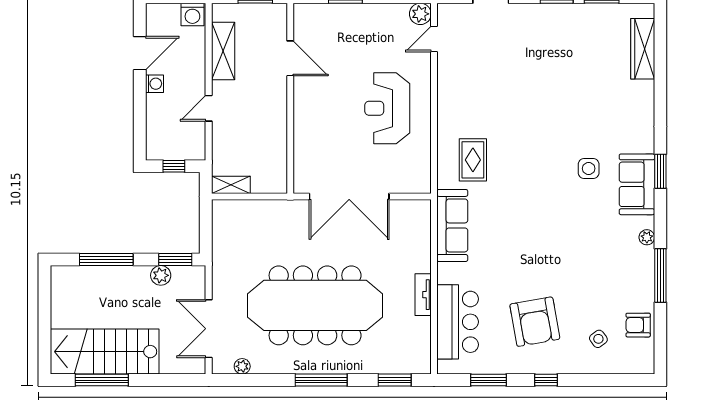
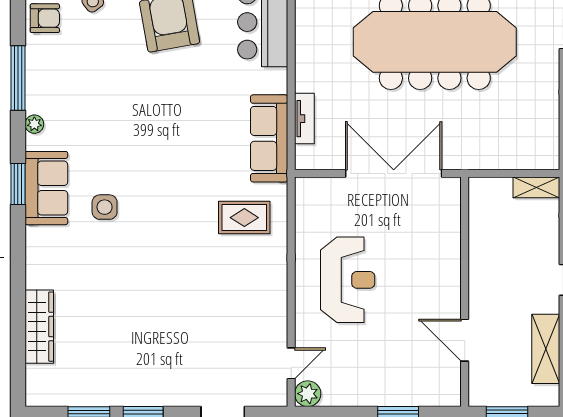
wardrobe: (643, 49) -> (39, 327), moved
rug: (473, 160) -> (244, 218), turned 90
window: (660, 171) -> (18, 184), moved
tv unit: (423, 295) -> (304, 119), moved

